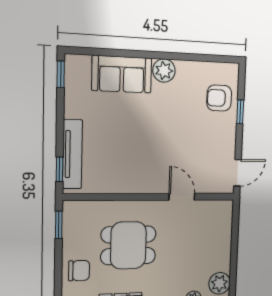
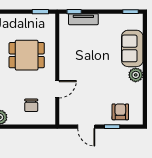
tv unit: (72, 154) -> (83, 19), width x0.71
door: (237, 173) -> (86, 127), moved
dining table: (128, 245) -> (27, 55), turned 90
chair: (79, 271) -> (31, 105), moved

